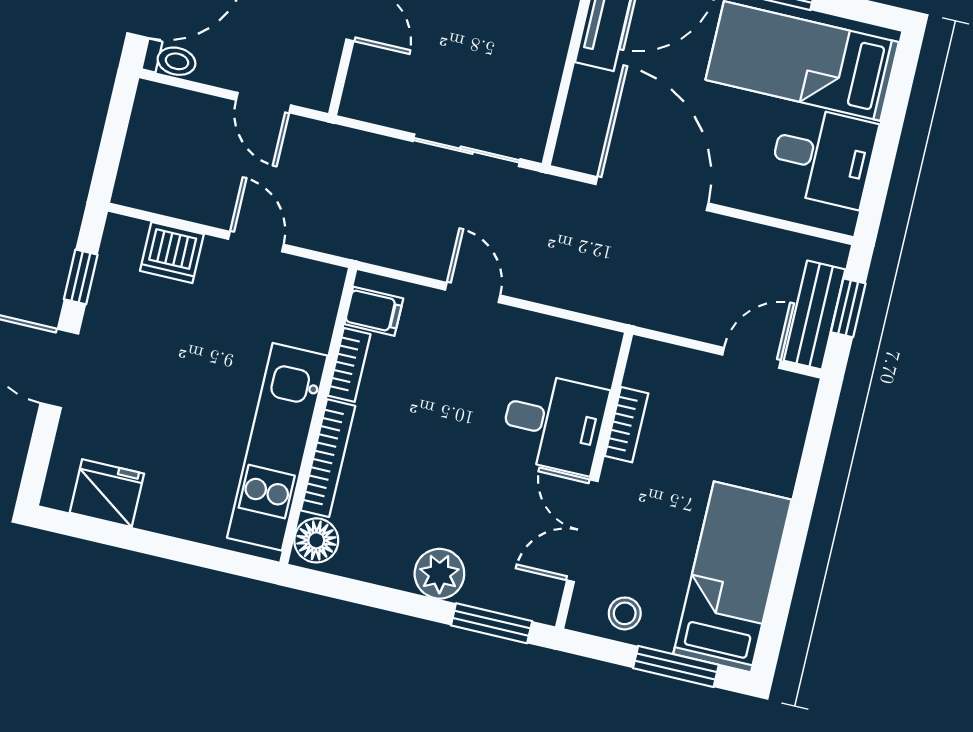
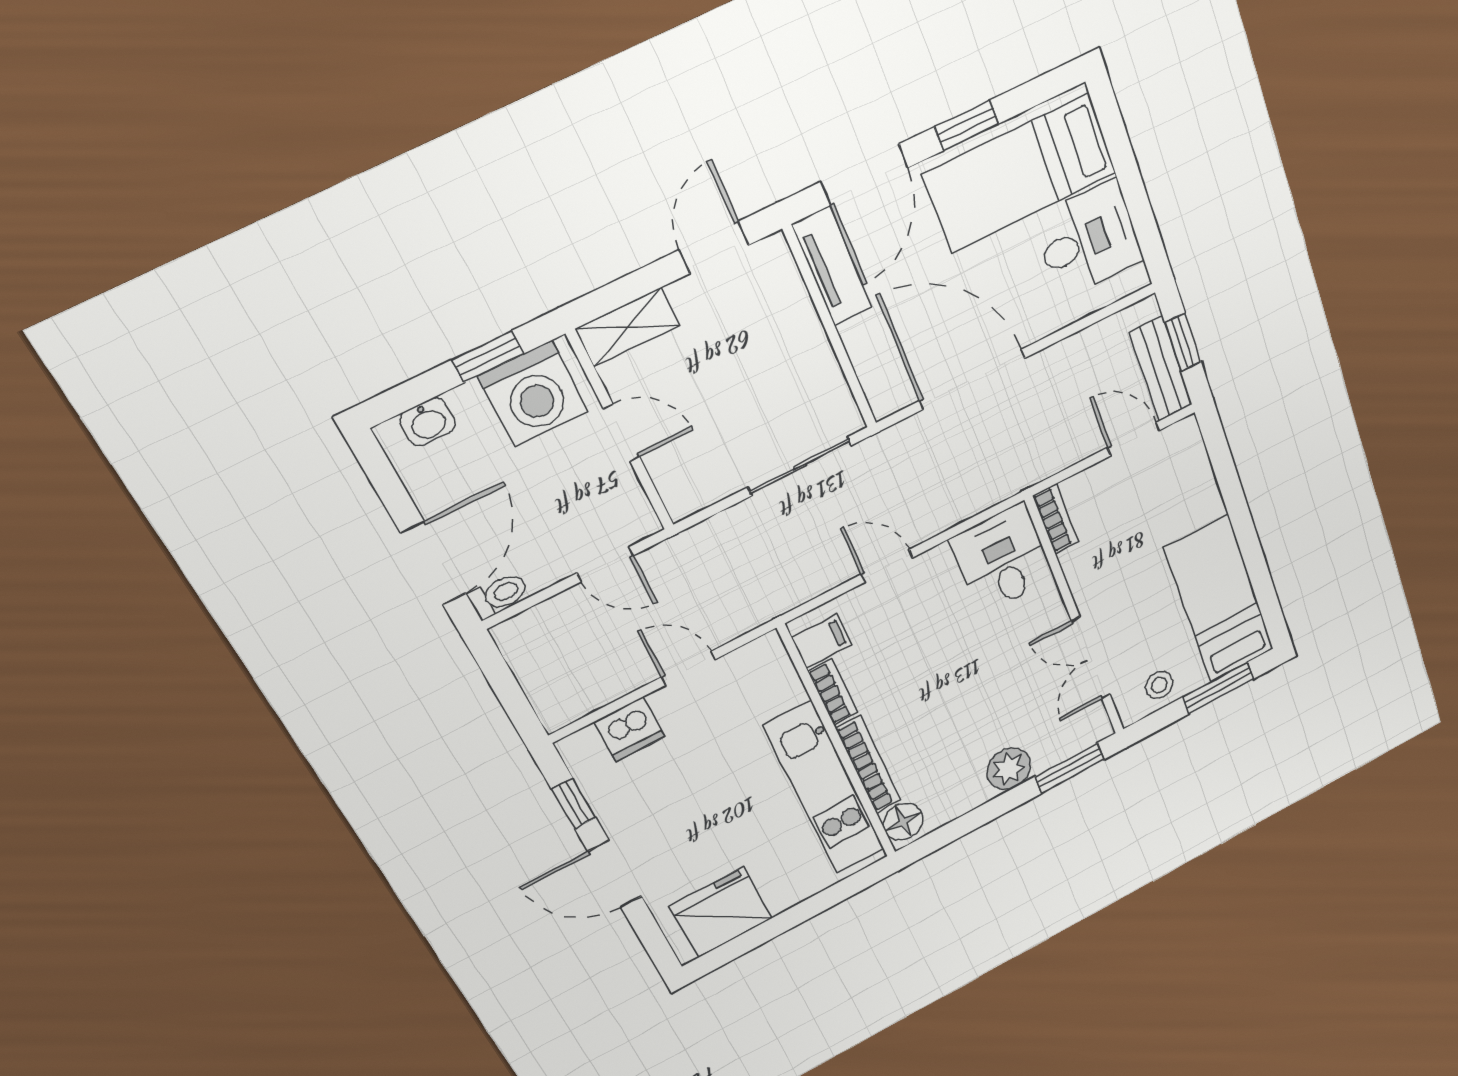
door: (751, 358) -> (1134, 439), hinge flipped
desk: (554, 423) -> (1002, 559), moved, turned -90
bookcase: (626, 425) -> (1056, 519), moved
fridge: (107, 493) -> (721, 912), width x1.36, depth x1.34

